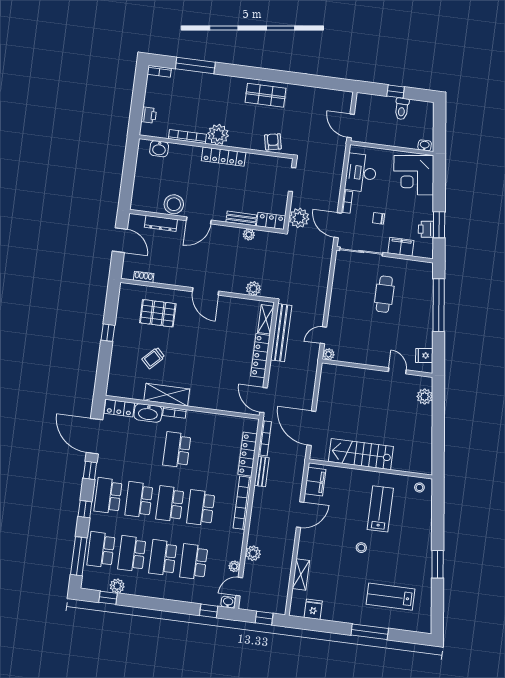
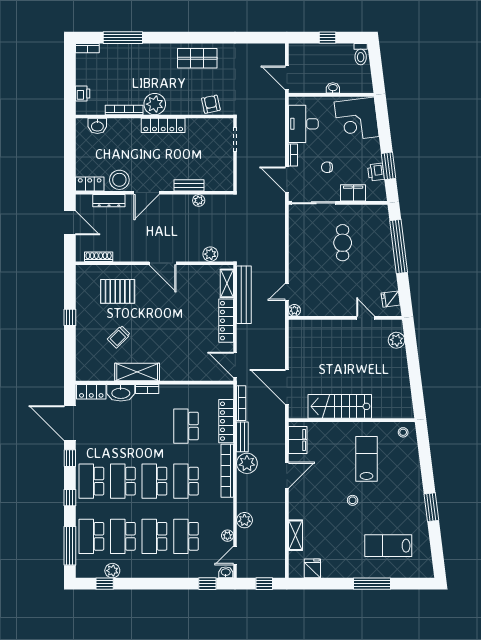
toilet: (402, 109) -> (361, 54), moved
washbasin: (425, 145) -> (333, 88), moved
plant: (299, 218) -> (247, 463), moved
locker: (271, 221) -> (90, 184), moved
shoe rack: (144, 277) -> (99, 257), width x1.43
school desk: (177, 450) -> (186, 426), moved

